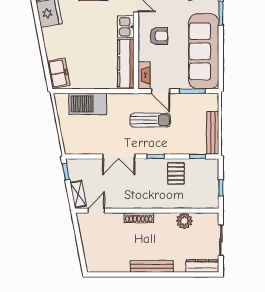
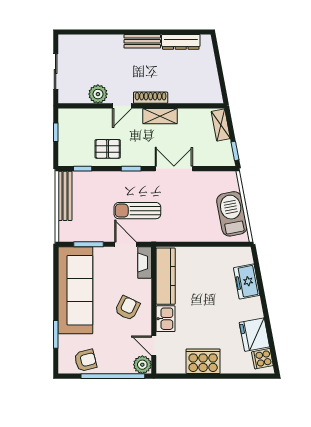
armchair: (159, 36) -> (127, 308), turned 116
freezer: (59, 73) -> (247, 282), moved
barbecue: (88, 104) -> (232, 214), moved, turned -101
pallet: (176, 173) -> (108, 149), turned 90
shelving: (131, 202) -> (160, 116), added
door: (96, 211) -> (122, 106), moved
bench: (152, 266) -> (142, 41), width x0.73
dresser: (202, 266) -> (181, 42), moved

